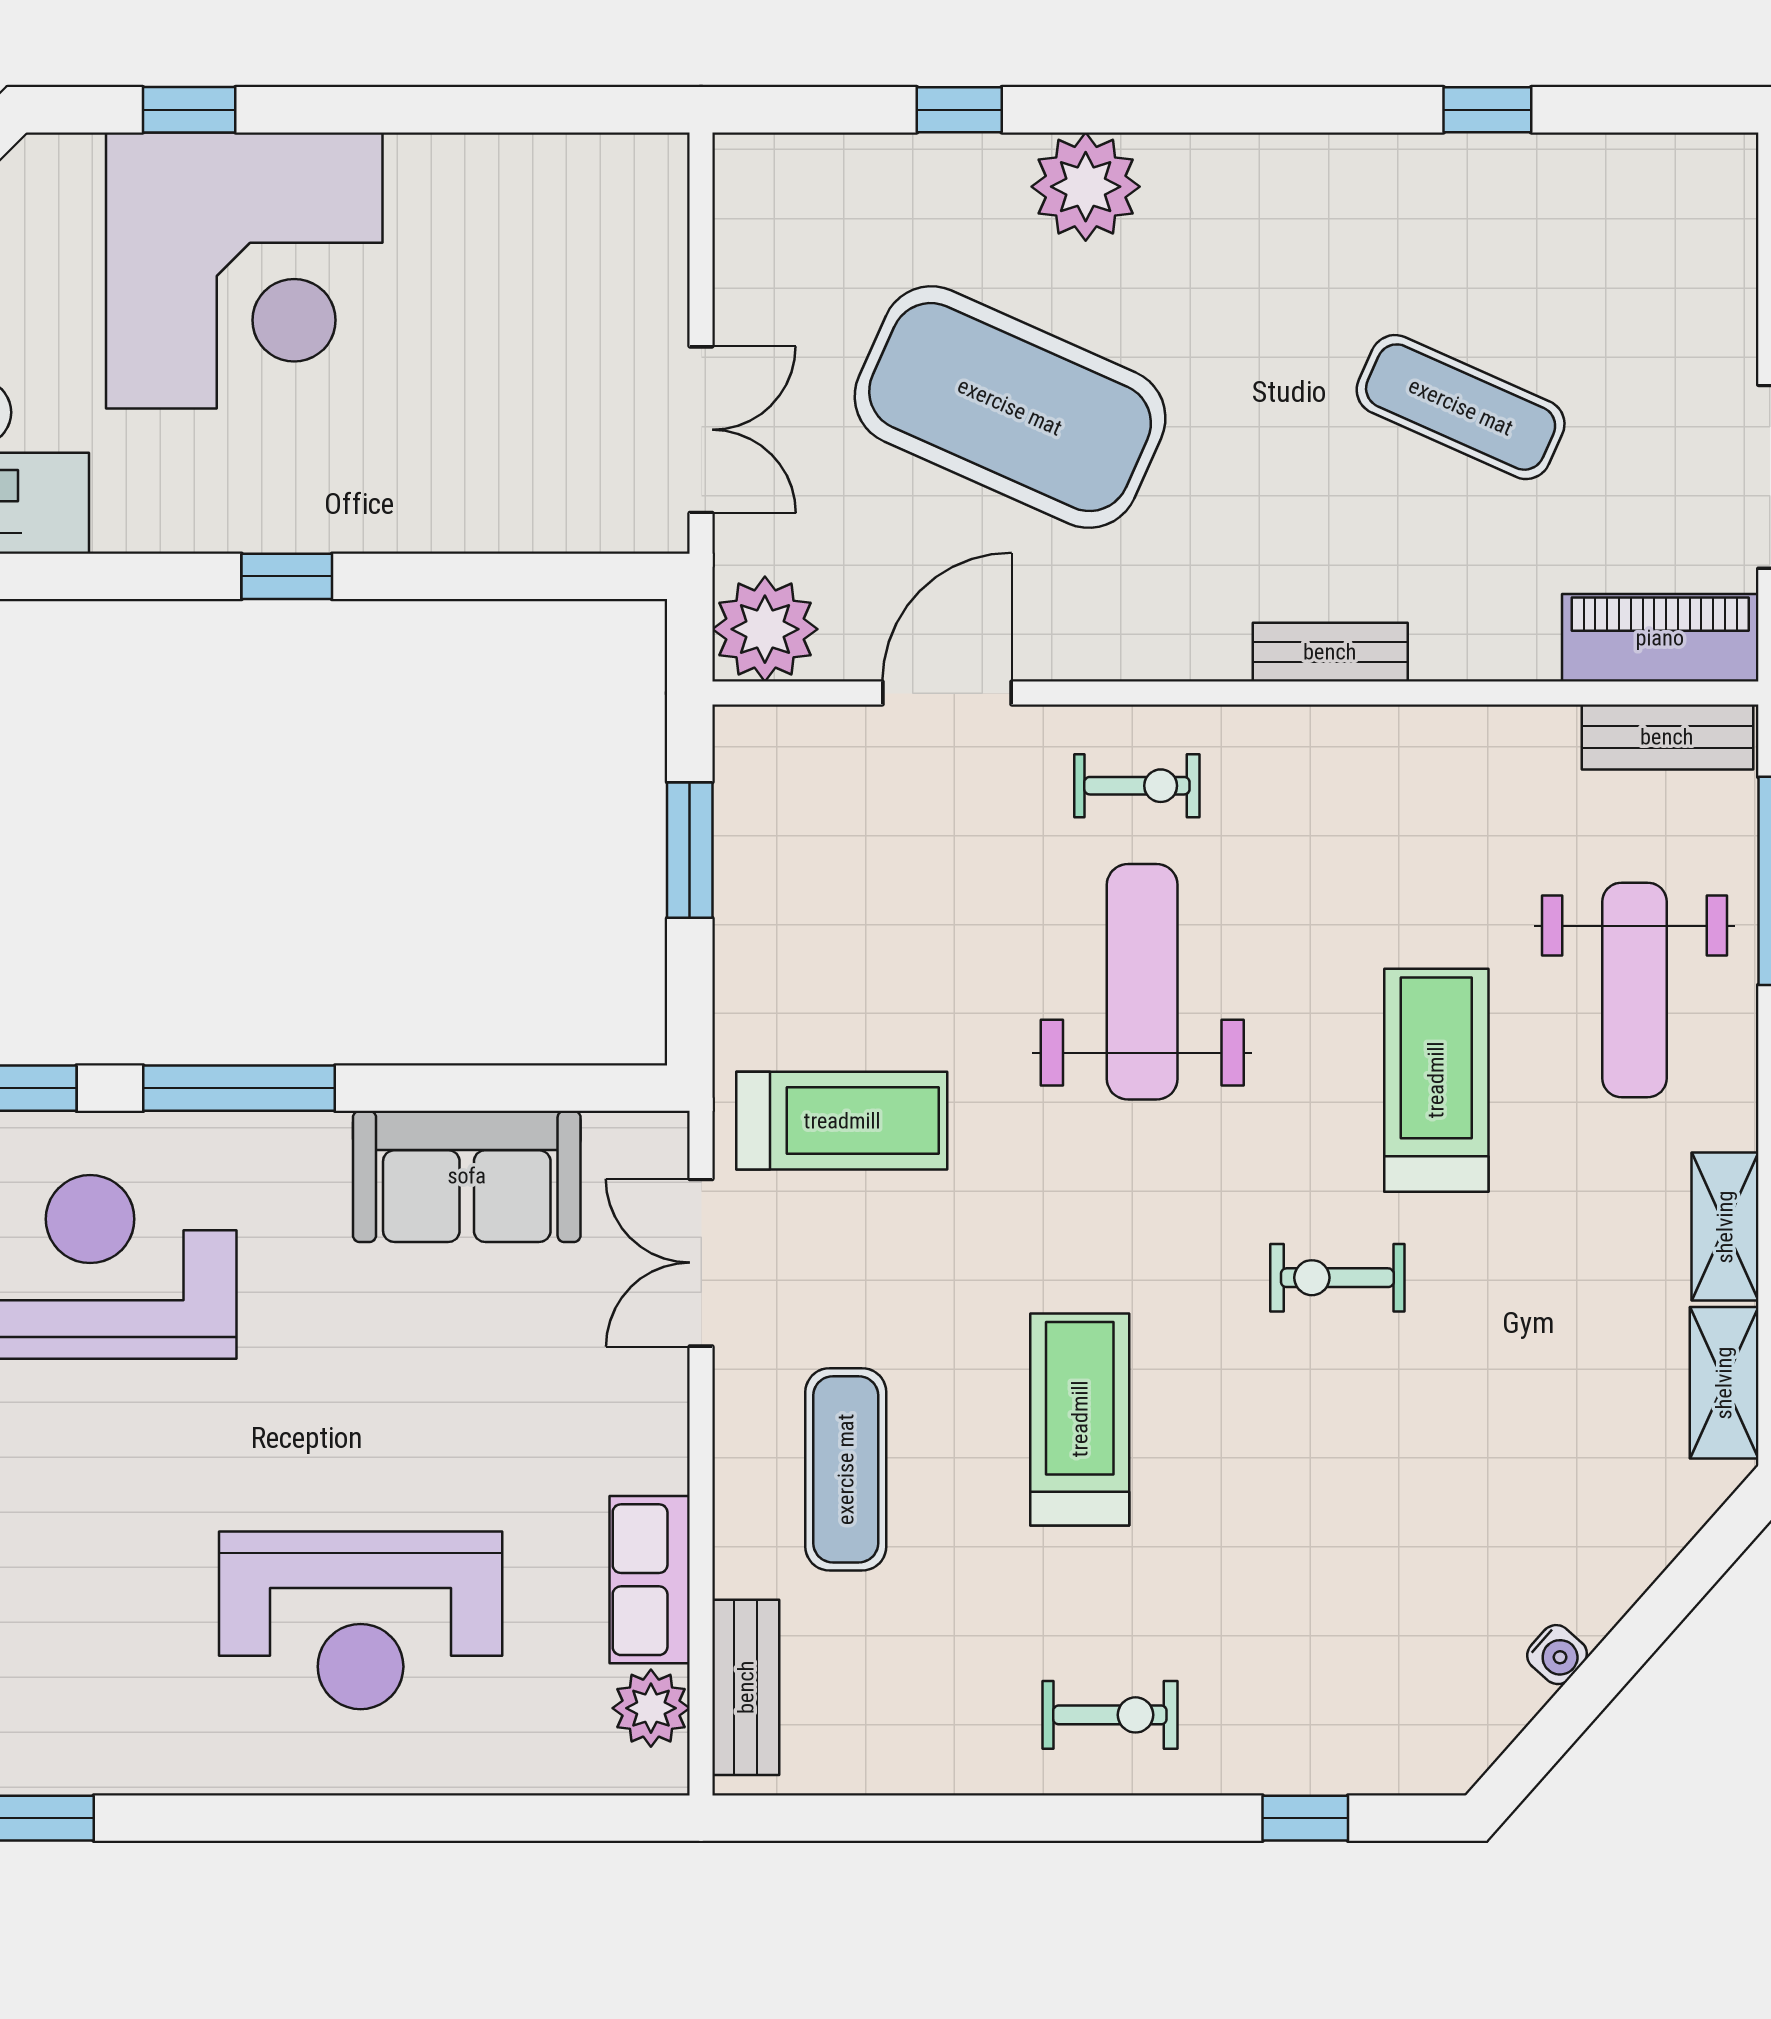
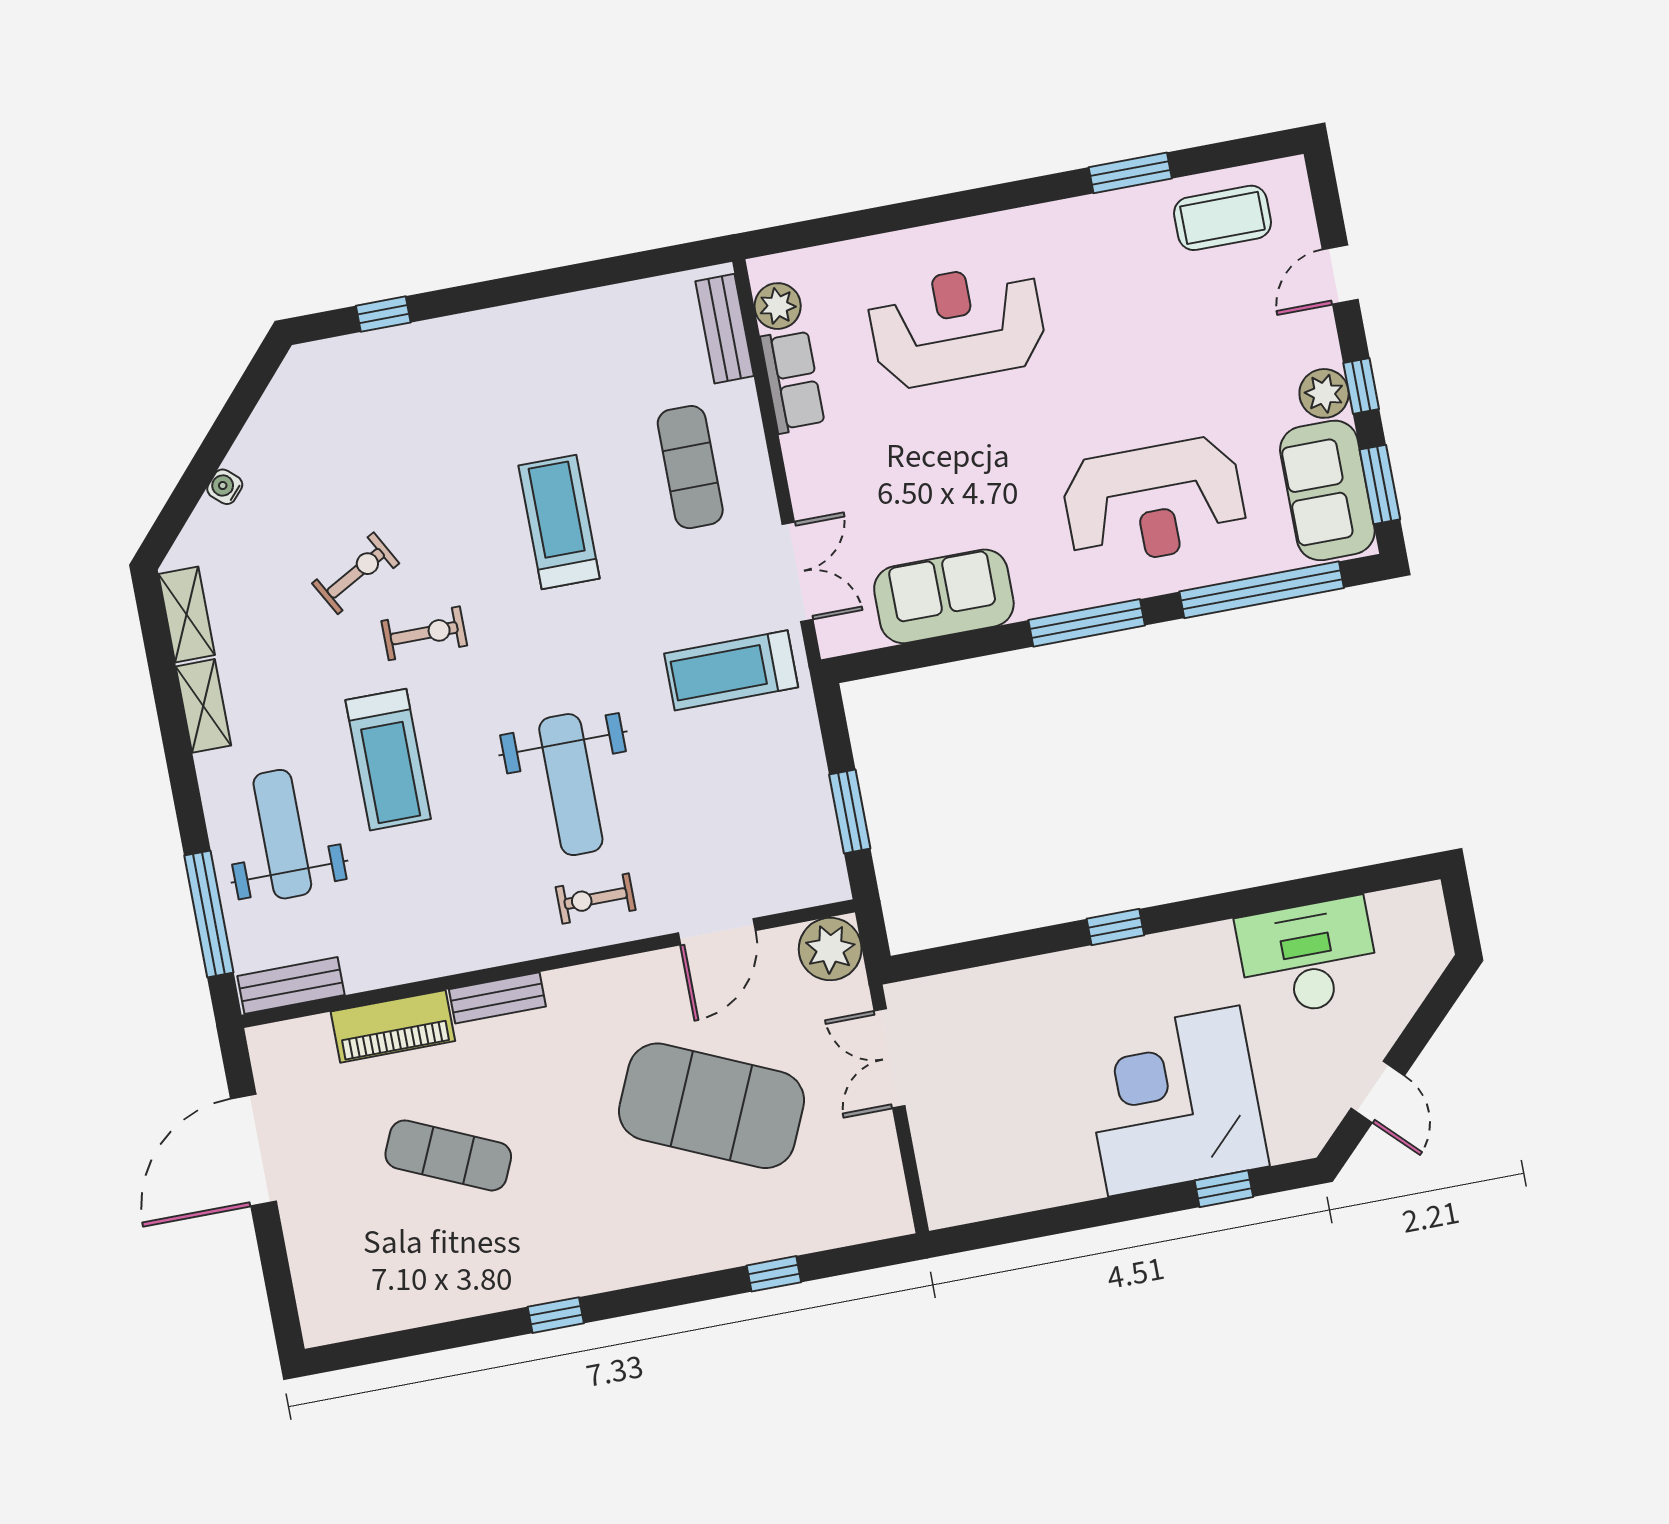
window: (1487, 110) -> (556, 1315), moved
plant: (1086, 187) -> (692, 1243), removed
piano: (1660, 638) -> (393, 1026), moved
treadmill: (1080, 1419) -> (559, 522), turned 180
water cooler: (1557, 1655) -> (225, 487), moved
exercise bike: (1110, 1715) -> (356, 573), moved, turned 151

